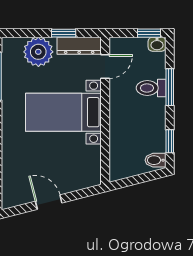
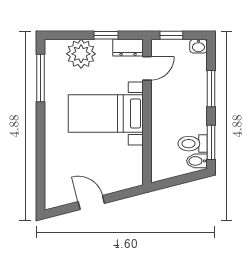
window: (149, 33) -> (171, 35), moved
dresser: (79, 46) -> (128, 48), width x0.70
toilet: (151, 88) -> (193, 144), moved
window: (170, 141) -> (211, 142), width x1.50

